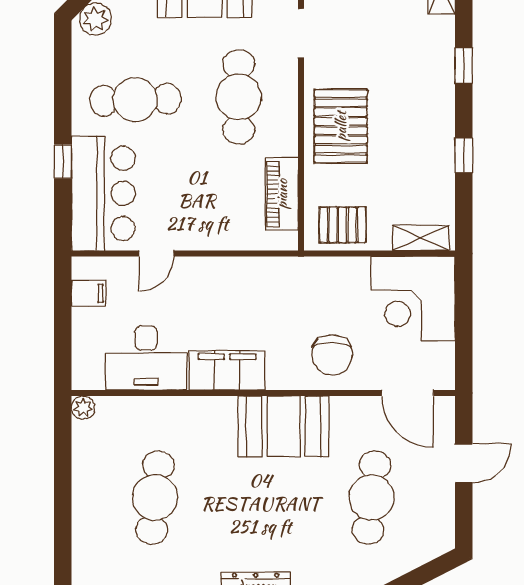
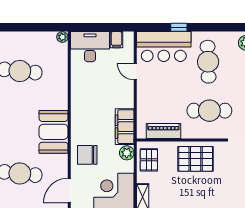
plant: (328, 272) -> (127, 153), added
desk: (146, 358) -> (90, 47), moved, turned 90
filing cabinet: (227, 370) -> (125, 127), moved, turned 180

